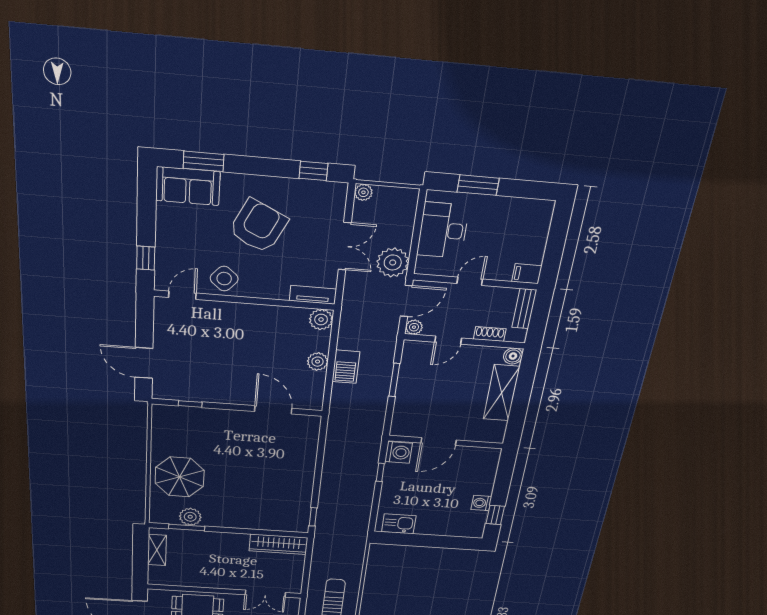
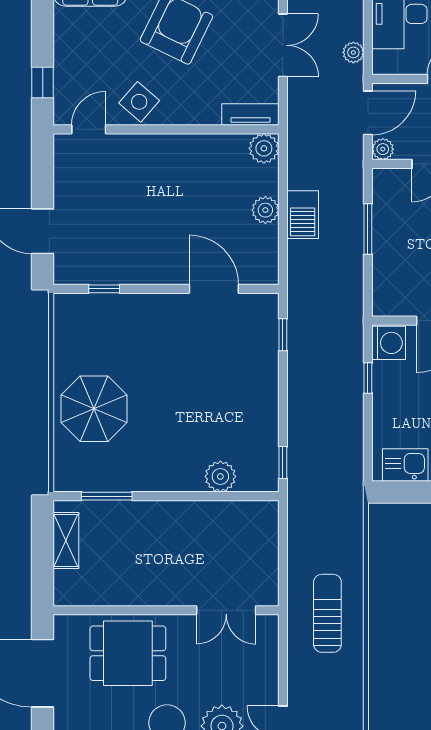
plant: (393, 262) -> (353, 52), width x0.53, depth x0.53
window: (322, 442) -> (283, 335), added
plant: (190, 517) -> (220, 476), moved
wardrobe: (278, 544) -> (238, 516), removed

